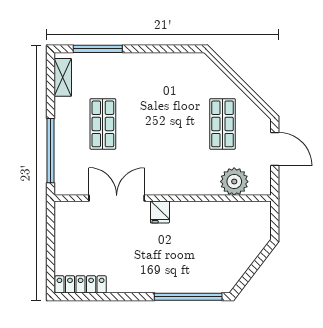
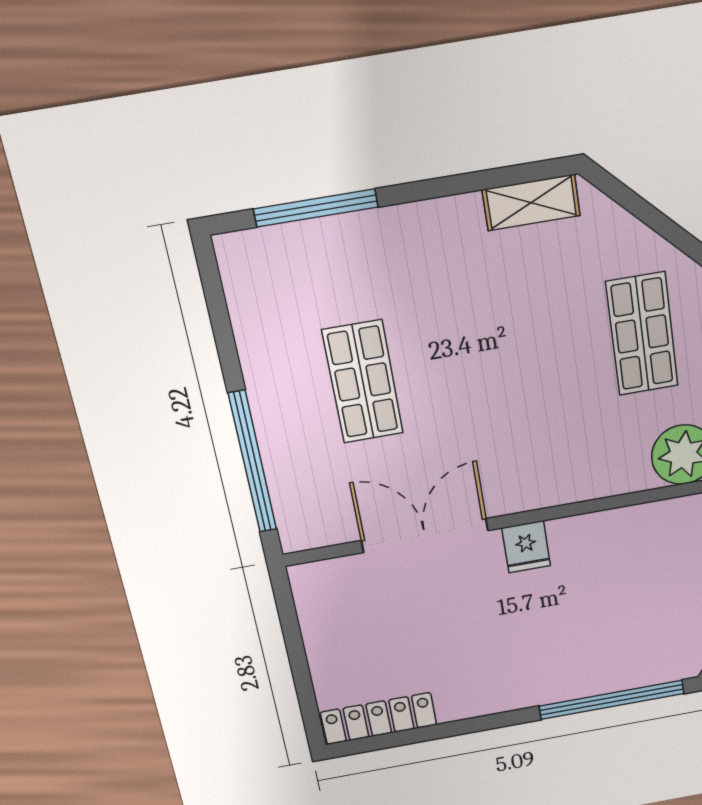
shelving: (63, 77) -> (531, 203), moved, turned 90

